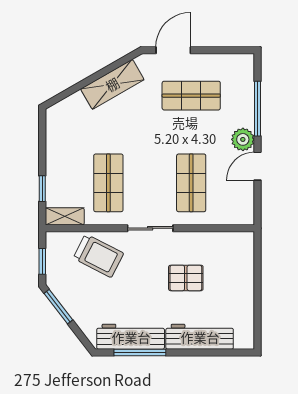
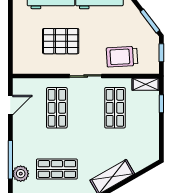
plant: (243, 139) -> (21, 174), moved
door: (257, 166) -> (10, 105), moved
trolley: (98, 256) -> (122, 57), turned -30
pallet: (186, 278) -> (61, 41), width x1.50, depth x1.42

